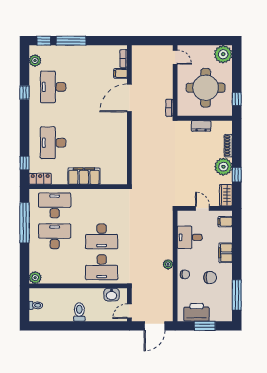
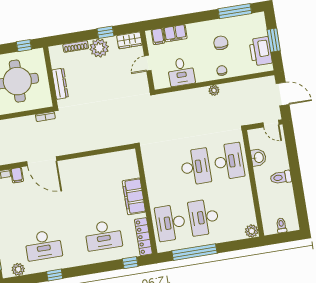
dresser: (201, 126) -> (60, 84), width x1.44
locker: (40, 179) -> (143, 237), width x1.53
filing cabinet: (225, 253) -> (175, 33), moved
washbasin: (112, 295) -> (258, 157), moved

